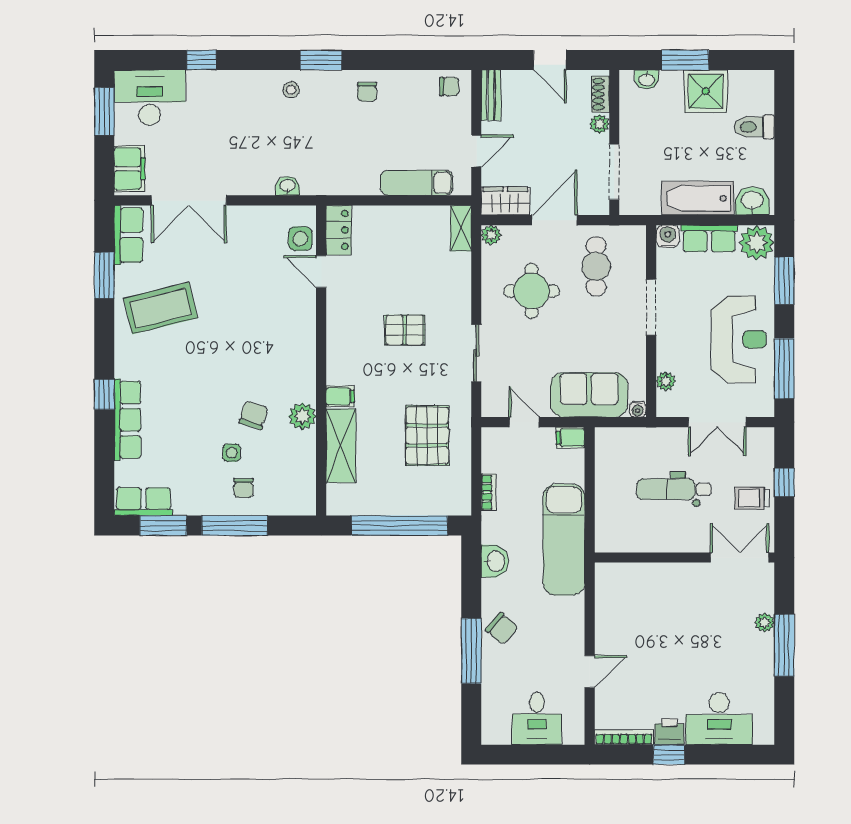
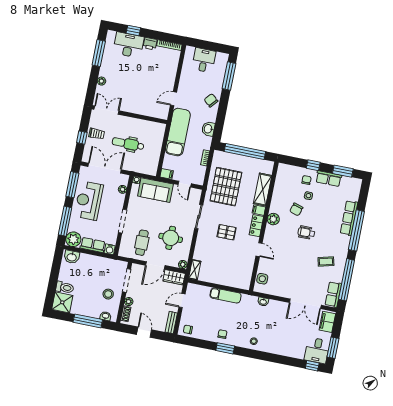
window: (202, 60) -> (312, 366), moved
window: (321, 60) -> (225, 348), moved
window: (685, 60) -> (88, 321), width x1.44
shower: (706, 91) -> (62, 302), moved
desk: (150, 98) -> (317, 350), width x0.73
stool: (650, 132) -> (108, 294), added
exam couch: (417, 183) -> (225, 295), moved
bathtub: (698, 198) -> (94, 263), removed
double door: (189, 200) -> (305, 304), swing flipped
locker: (339, 230) -> (256, 226), moved
door: (321, 272) -> (259, 250), moved
window: (104, 275) -> (347, 280), width x2.11
window: (784, 281) -> (65, 221), width x1.44
coffee table: (161, 308) -> (326, 262), width x0.54, depth x0.58
wheelchair: (219, 366) -> (306, 233), added
window: (104, 394) -> (356, 230), width x3.17
plant: (302, 416) -> (273, 219), moved
double door: (717, 422) -> (105, 168), width x1.37
pallet: (427, 435) -> (226, 187), width x1.37, depth x1.41
dental chair: (674, 489) -> (128, 144), turned 180
row of seats: (143, 502) -> (329, 179), moved
window: (235, 526) -> (313, 165), width x0.46
double door: (740, 558) -> (107, 110), swing flipped
window: (784, 645) -> (99, 53), moved
window: (471, 651) -> (229, 76), moved
door: (590, 672) -> (173, 99), moved
window: (669, 755) -> (133, 30), moved

